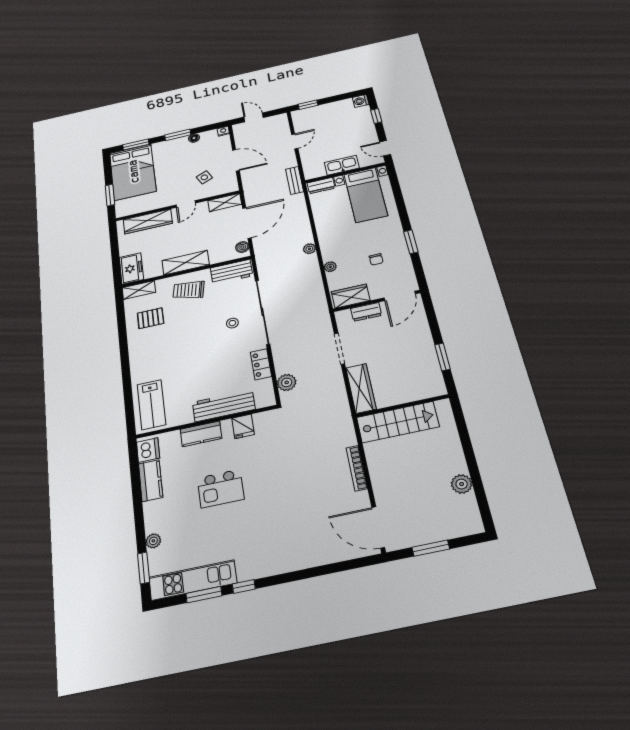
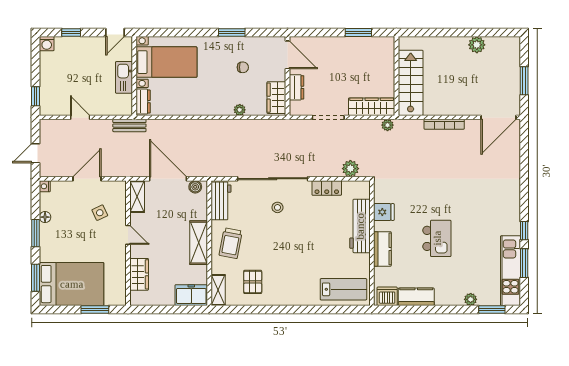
wardrobe: (148, 222) -> (139, 274), width x0.67
plant: (309, 249) -> (388, 125), moved

